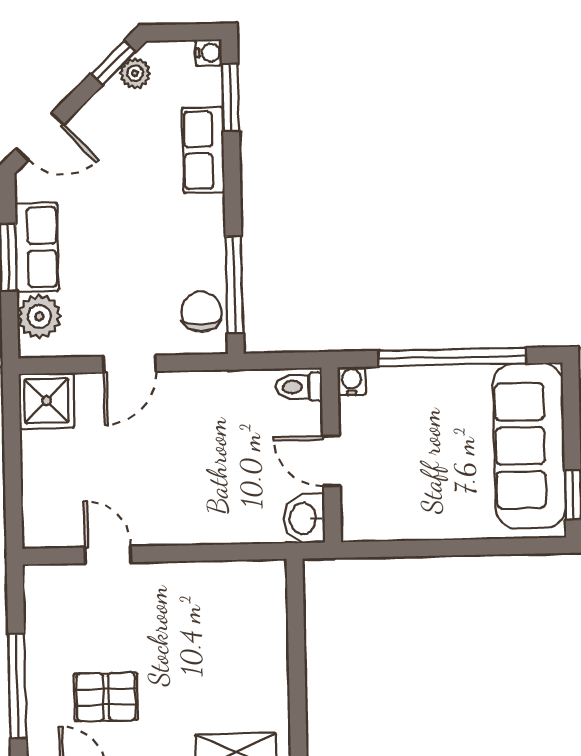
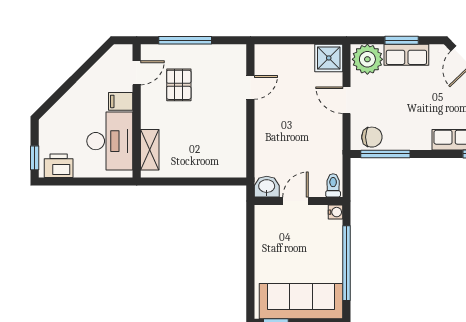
plant: (39, 316) -> (367, 59), width x1.36, depth x1.36

